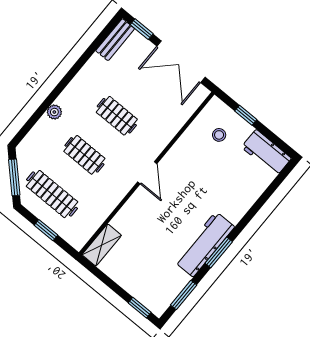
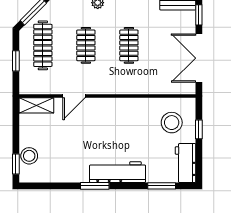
stool: (219, 135) -> (172, 123), width x1.89, depth x1.89
door: (147, 173) -> (74, 96), moved
workbench: (205, 244) -> (118, 172), moved
stool: (142, 290) -> (29, 156), added
window: (184, 295) -> (162, 186), moved

